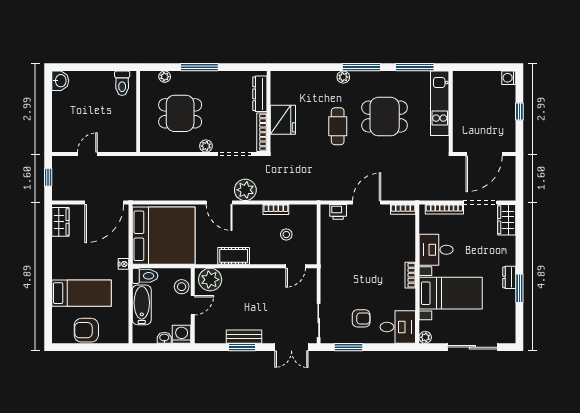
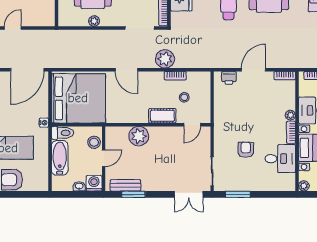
plant: (206, 146) -> (94, 21), moved
plant: (245, 190) -> (165, 59), moved
plant: (410, 255) -> (290, 115), added
cot: (234, 256) -> (162, 116), moved
plant: (210, 280) -> (139, 136), moved
armchair: (361, 318) -> (246, 150), moved, turned -90
desk: (398, 327) -> (280, 159), moved
bench: (244, 337) -> (125, 185), moved
window: (242, 347) -> (134, 194), moved

